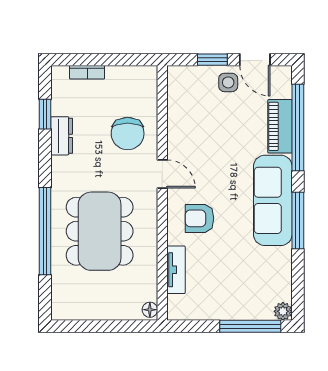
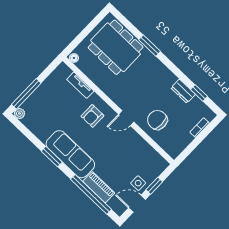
armchair: (199, 218) -> (92, 116), turned 180
window: (298, 221) -> (52, 157), width x0.69
window: (45, 231) -> (150, 46), width x0.47
dining table: (100, 231) -> (116, 47), moved

